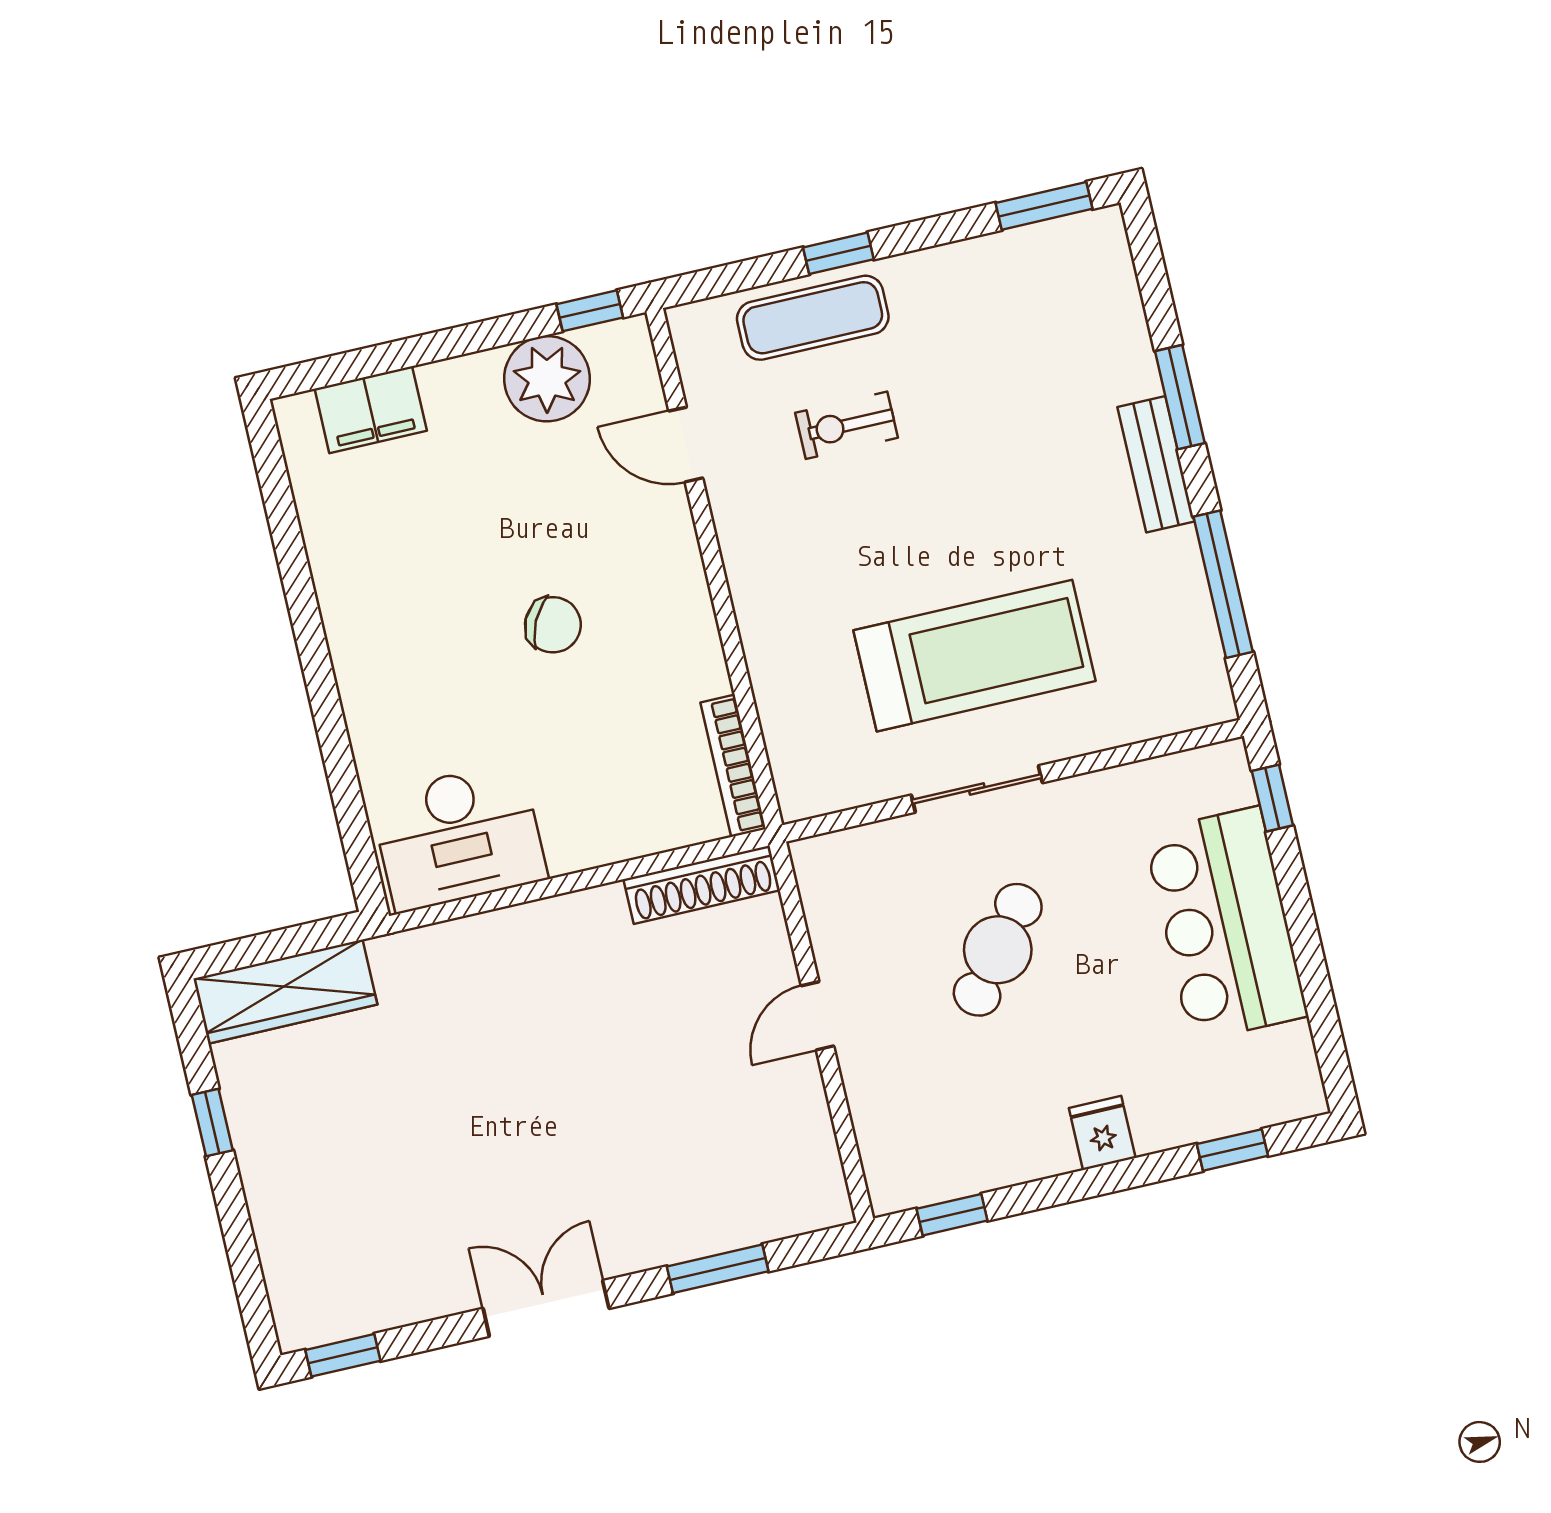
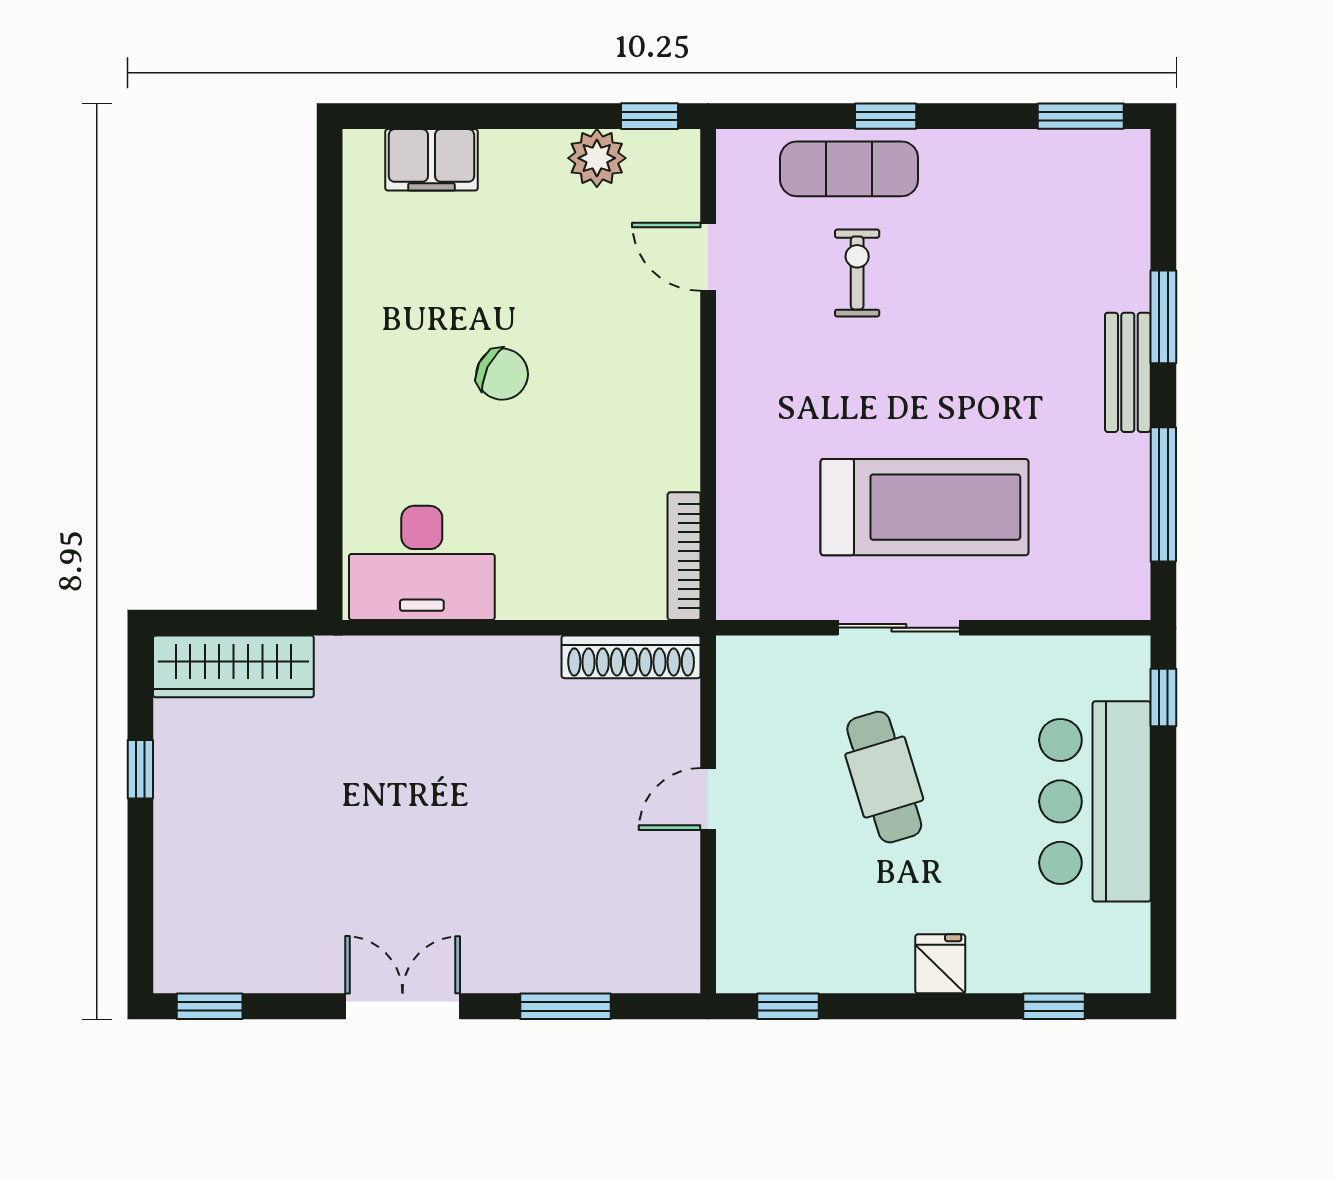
plant: (547, 379) -> (597, 158), width x0.73, depth x0.73
exercise bike: (847, 425) -> (857, 273), turned 90
chair: (553, 625) -> (502, 374), moved
cafe table: (998, 950) -> (884, 777), turned -55

